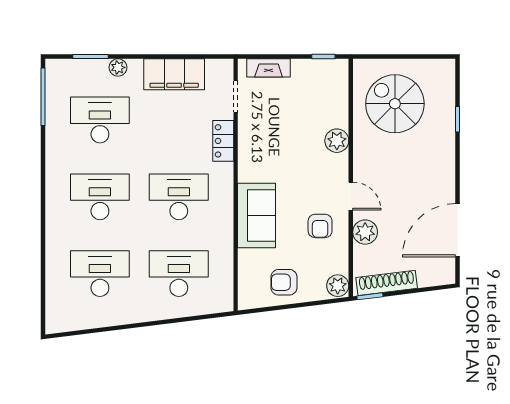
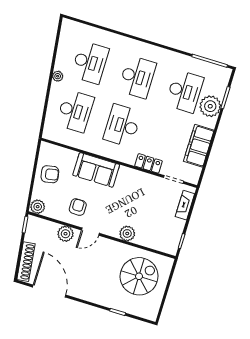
plant: (118, 67) -> (210, 106), width x1.88, depth x1.88
desk: (179, 197) -> (122, 126), turned 180
armchair: (320, 226) -> (78, 207), turned 90
armchair: (284, 282) -> (50, 174), turned 79
shoe rack: (387, 283) -> (26, 262), moved
plant: (135, 315) -> (58, 76), added

